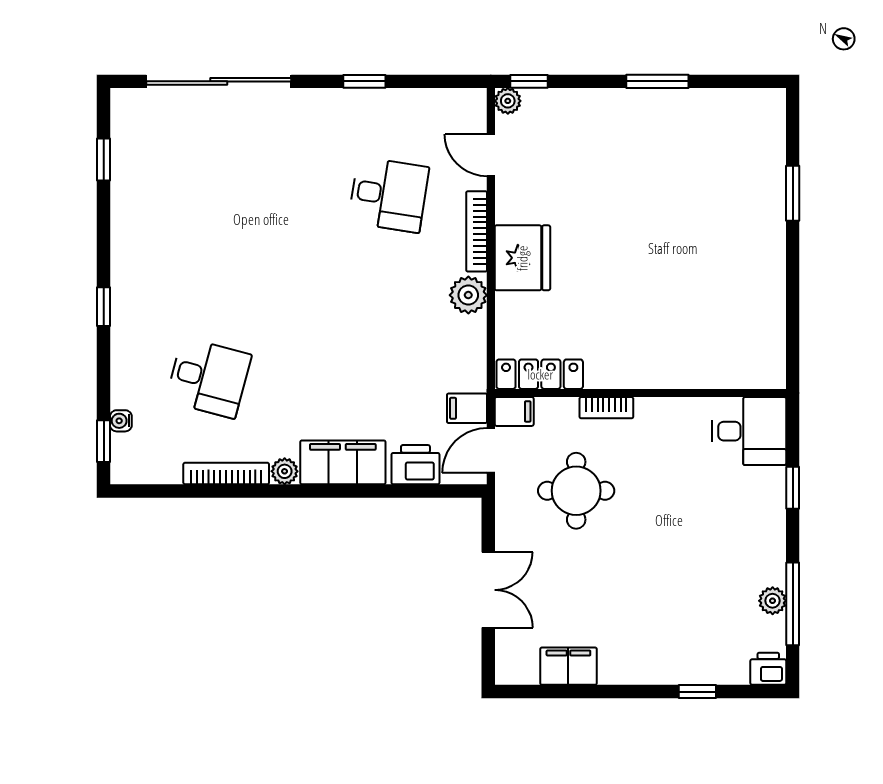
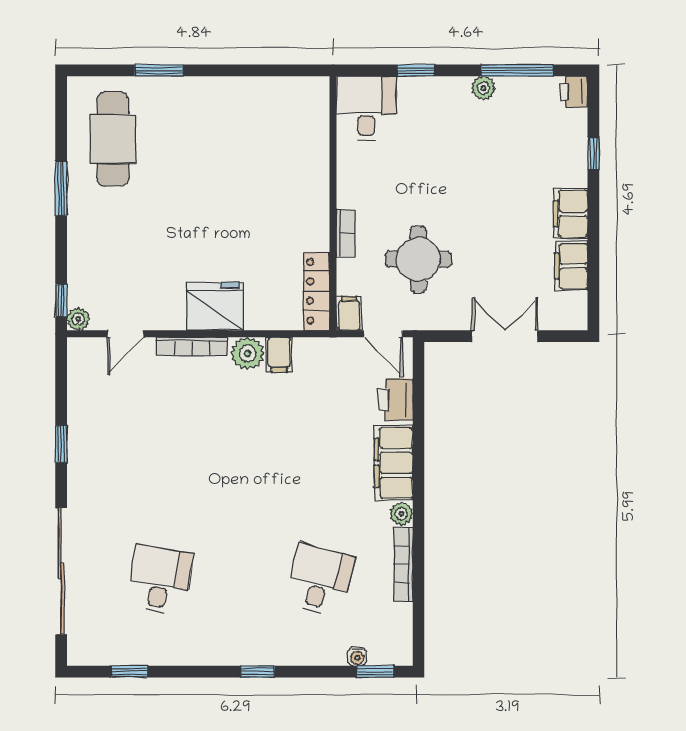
cafe table: (714, 141) -> (113, 139), added
desk: (389, 195) -> (160, 580), moved
filing cabinet: (467, 408) -> (279, 355), moved
plant: (773, 601) -> (483, 88), moved
filing cabinet: (628, 665) -> (571, 214), added

